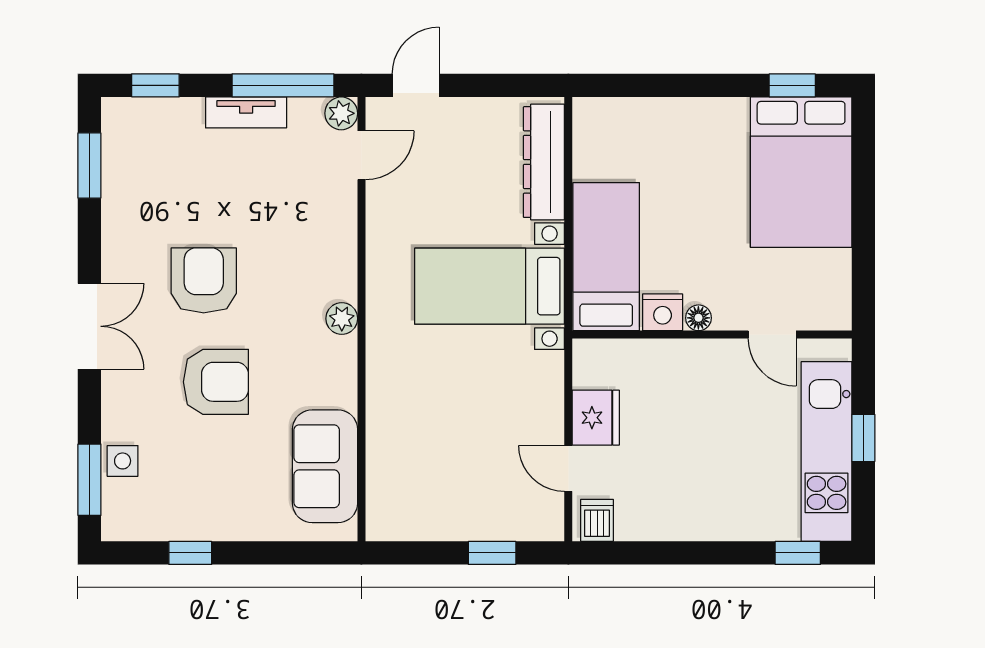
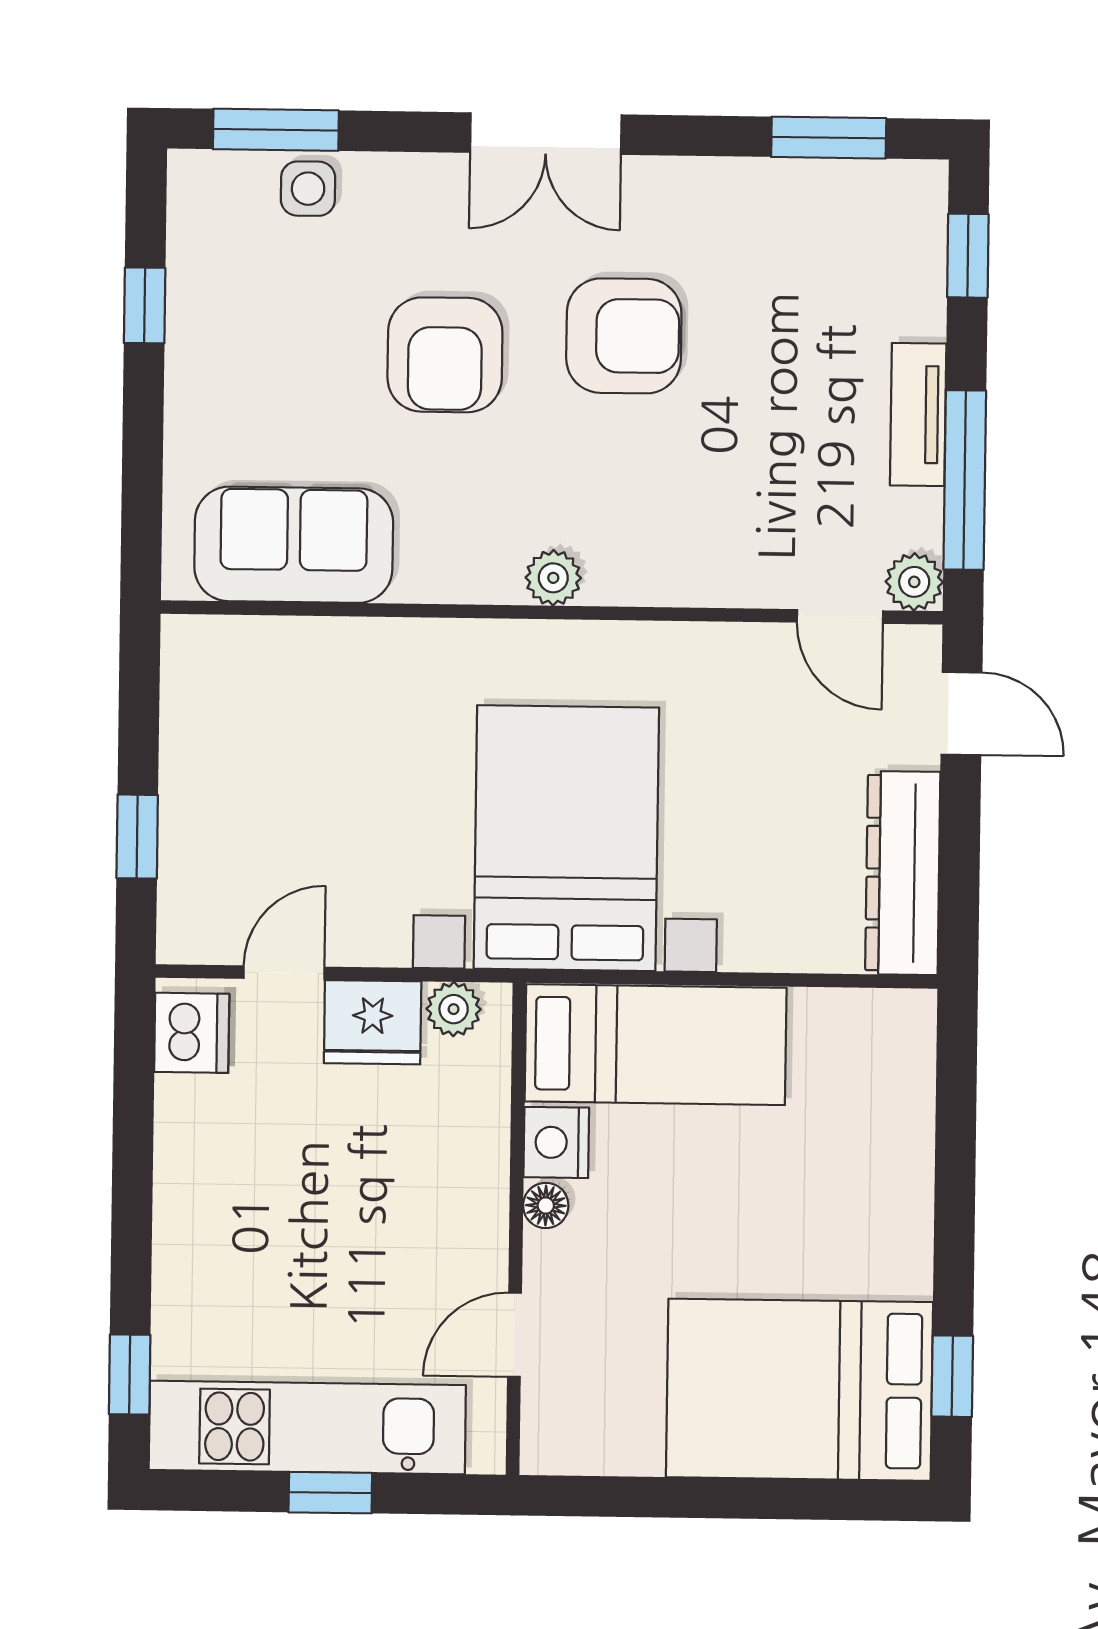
dresser: (544, 162) -> (903, 873), moved, turned -90
bed with nightstands: (490, 286) -> (566, 838), width x1.36
plant: (588, 372) -> (454, 1009), added
dishwasher: (597, 520) -> (192, 1033), width x1.38

